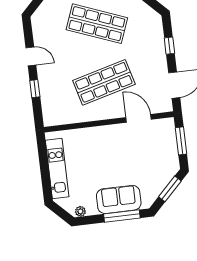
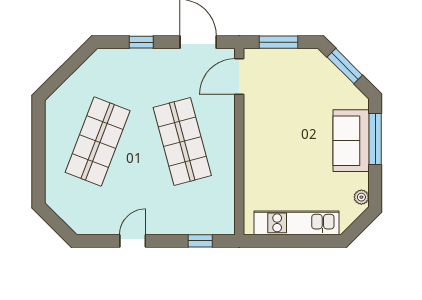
window: (35, 89) -> (200, 241), moved
door: (139, 118) -> (239, 77), moved

